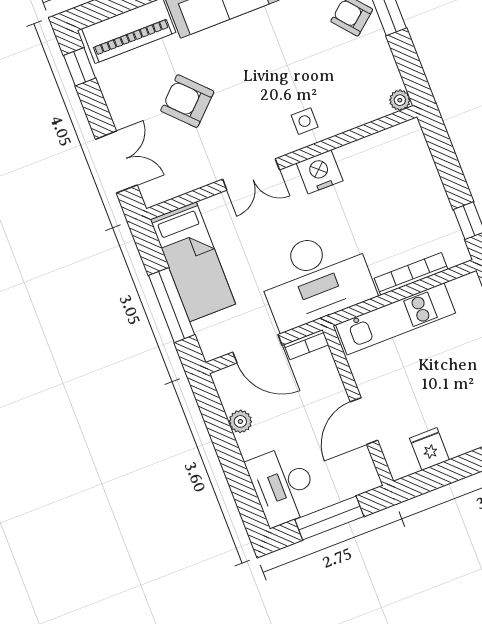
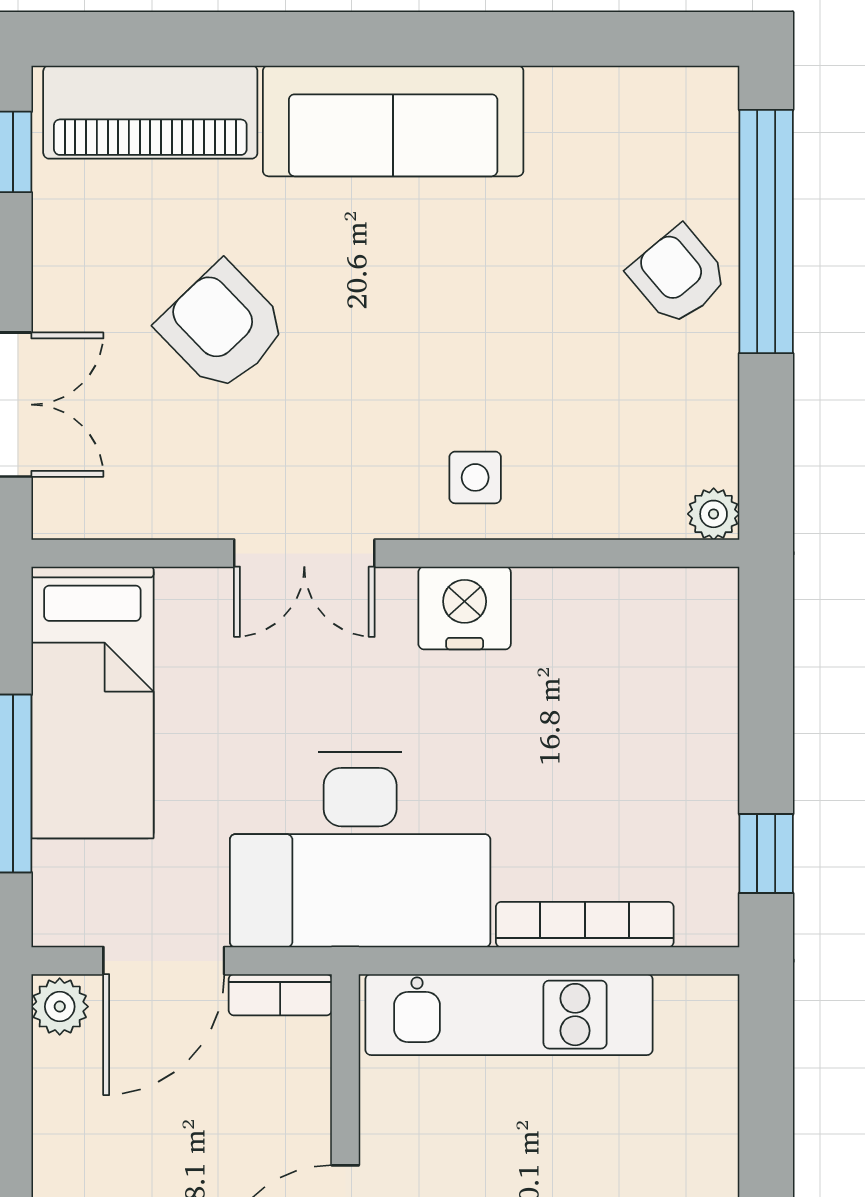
door: (257, 349) -> (164, 961), hinge flipped
plant: (240, 421) -> (60, 1007), moved

